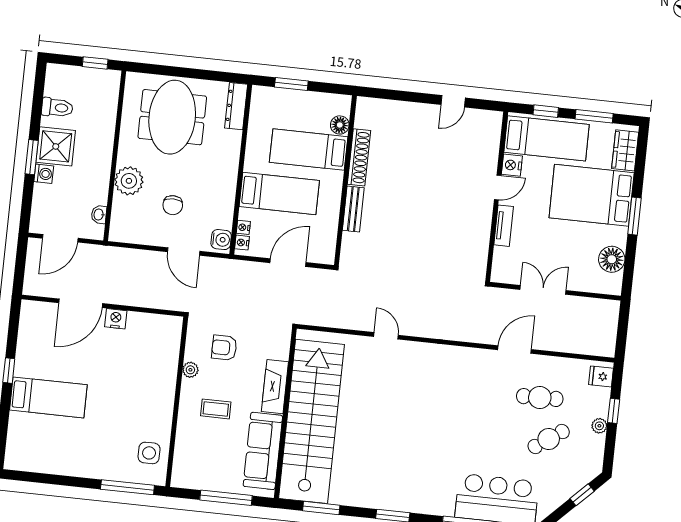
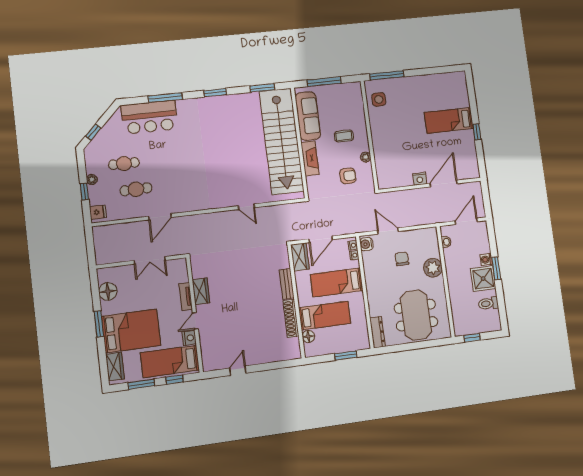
wardrobe: (480, 228) -> (201, 291), added
wardrobe: (325, 244) -> (300, 257), added
cafe table: (549, 439) -> (124, 164), turned 35

